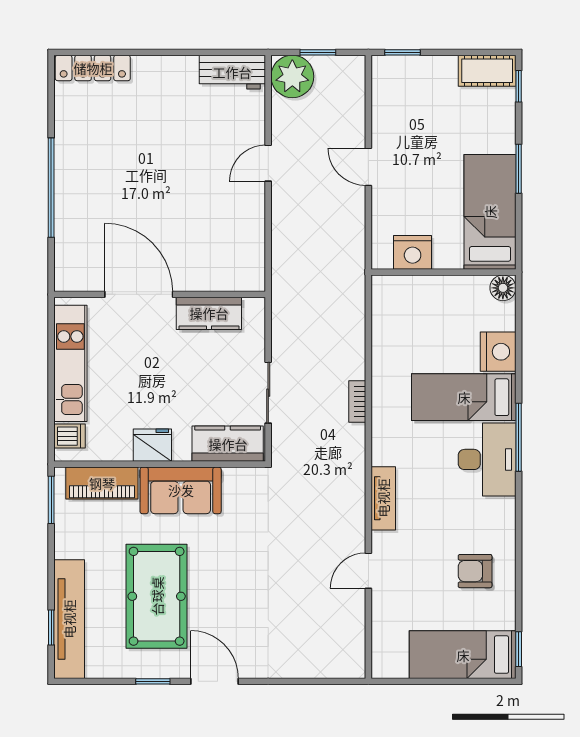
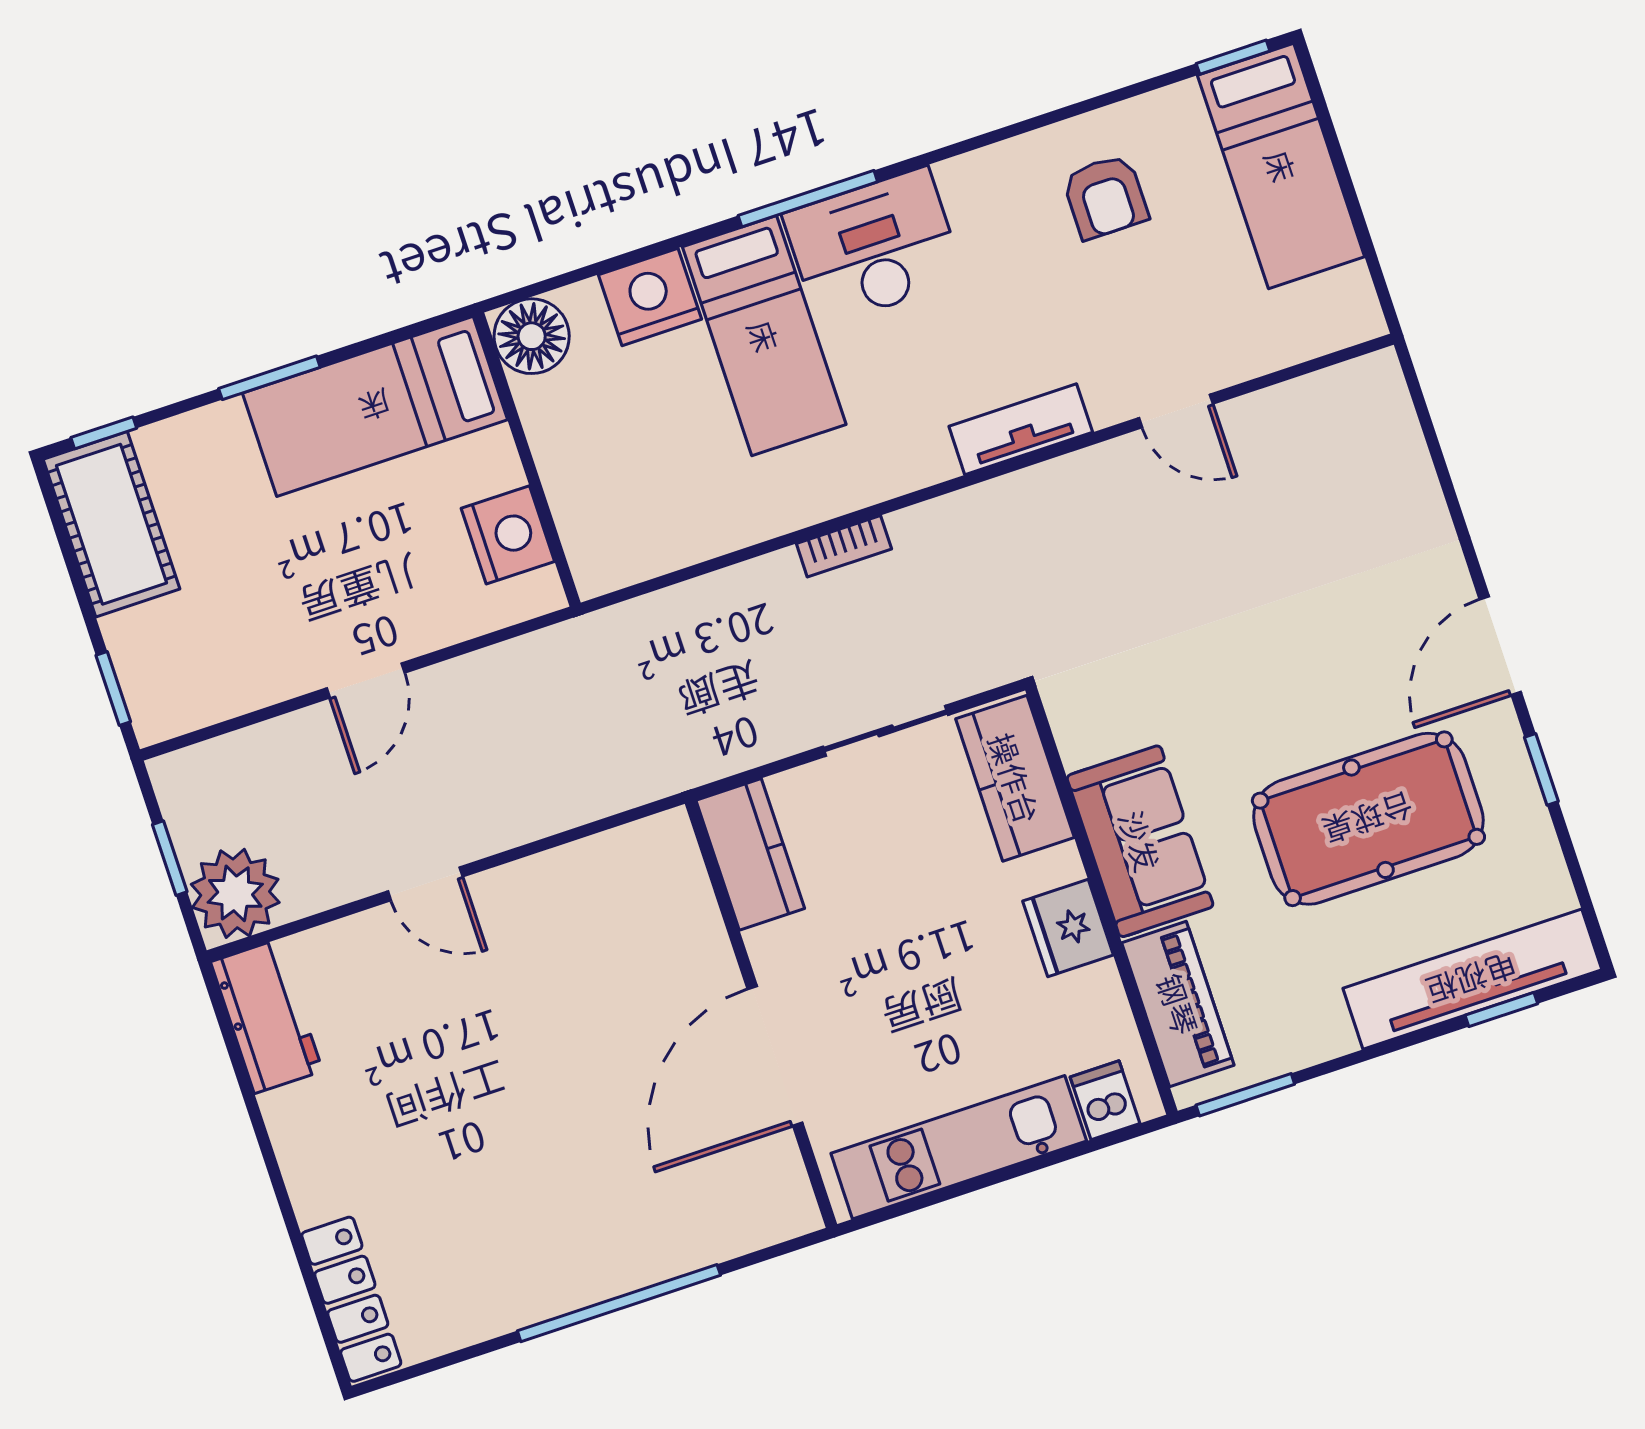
cot: (487, 71) -> (111, 524), width x1.37, depth x1.34
floor lamp: (503, 288) -> (532, 336), width x1.38, depth x1.38
kitchen counter: (209, 313) -> (750, 854), moved

